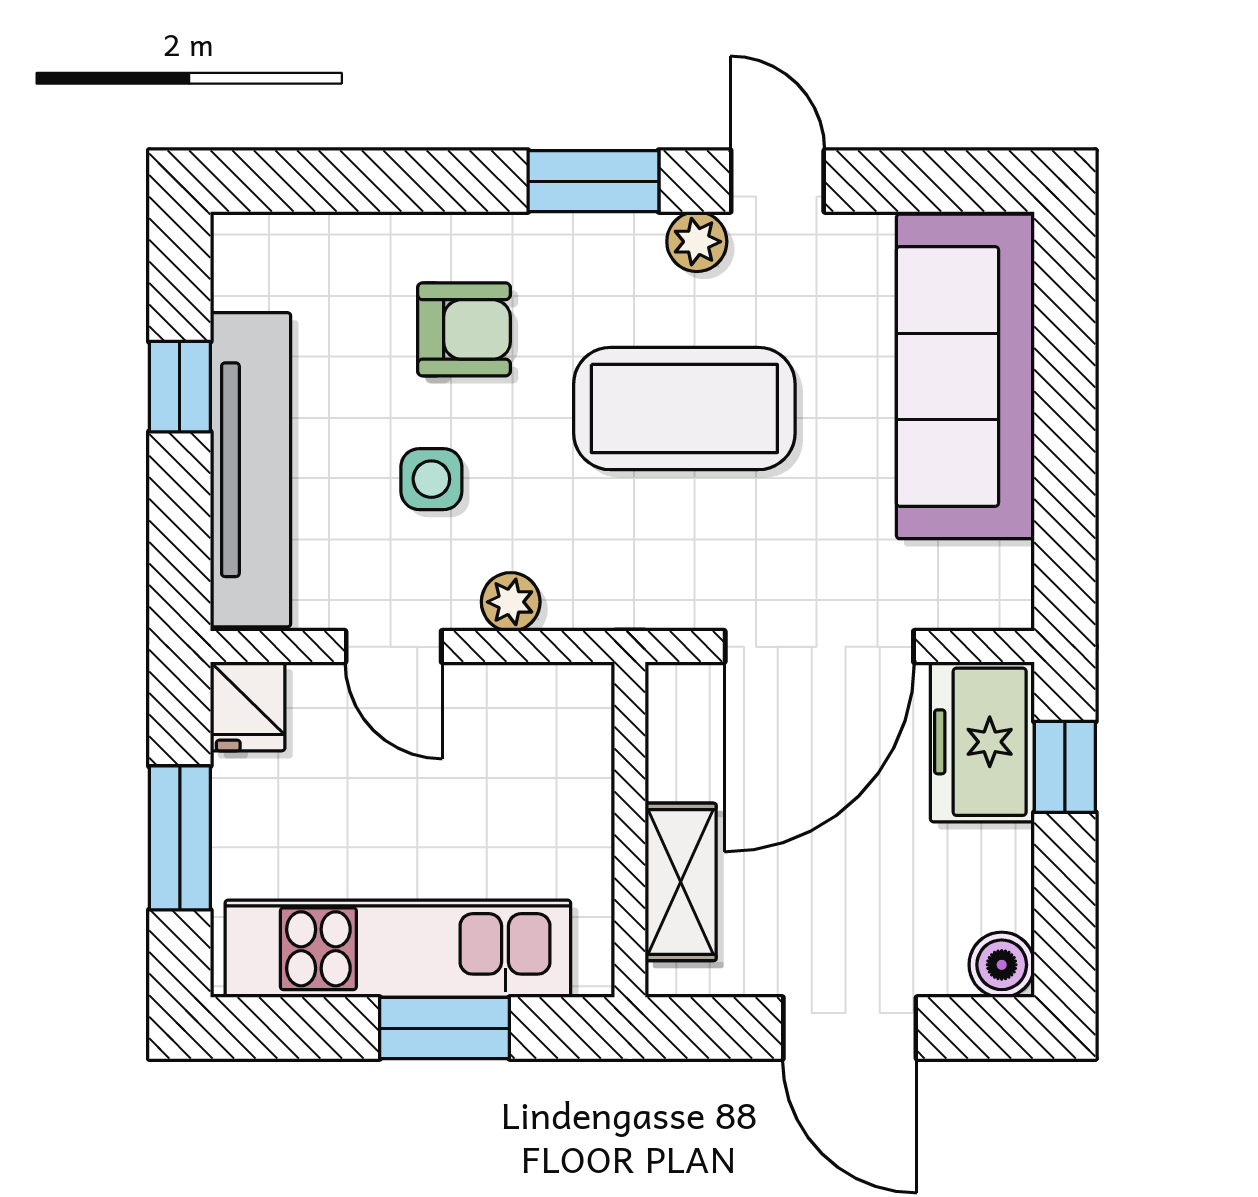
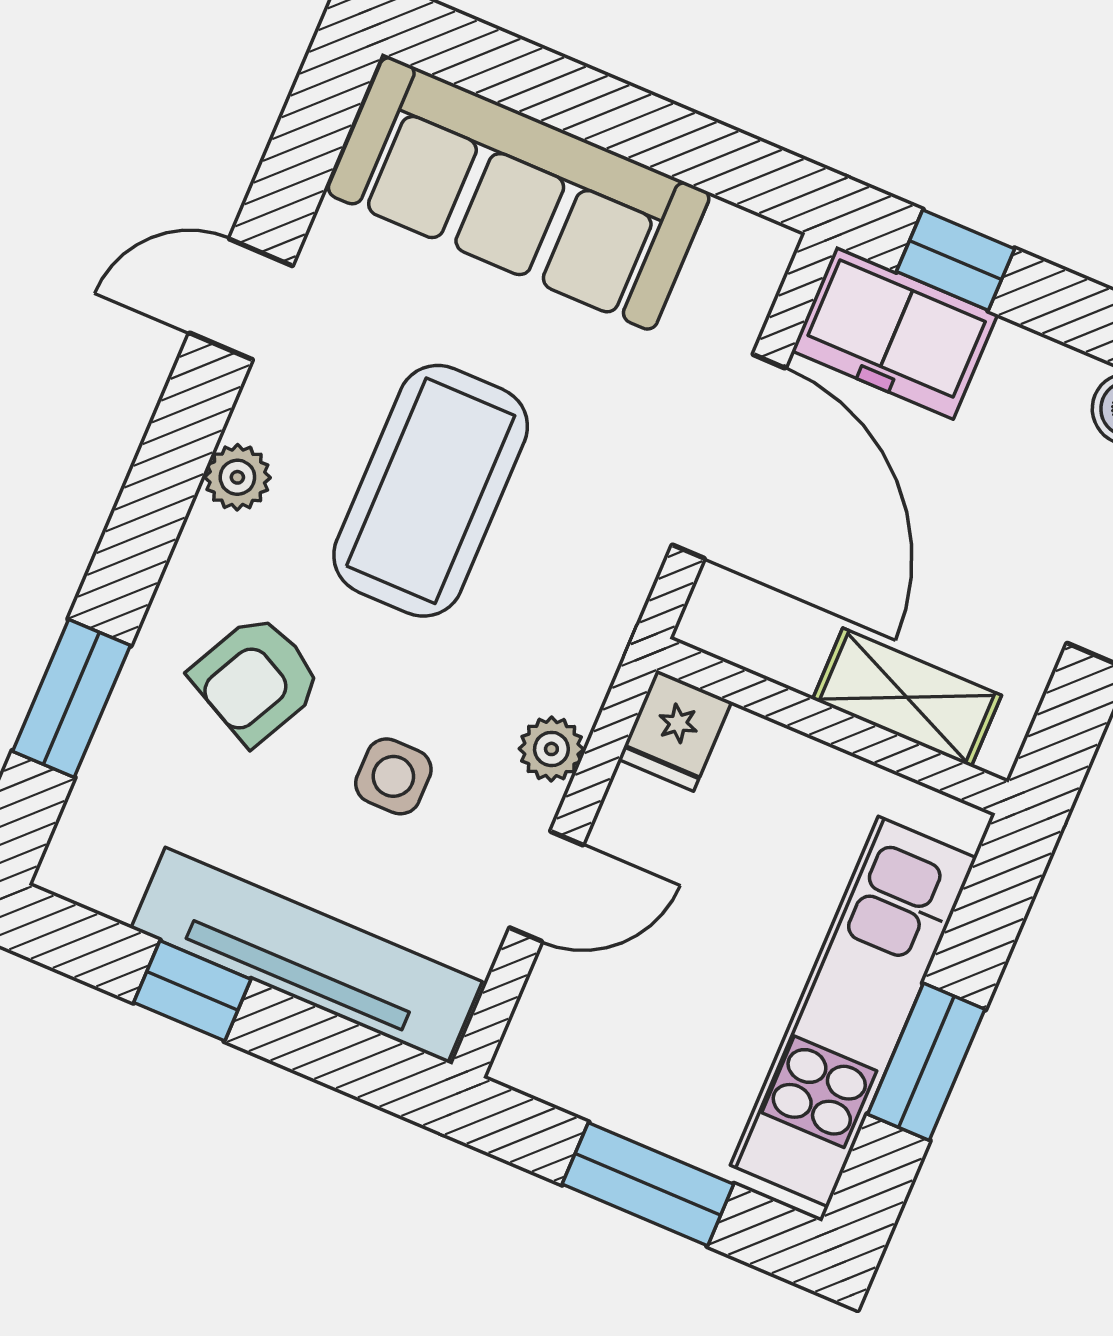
window: (593, 181) -> (71, 698), moved
plant: (697, 242) -> (237, 477), moved
armchair: (464, 329) -> (256, 679), turned -153
fridge: (248, 706) -> (675, 731), moved, turned 90
window: (445, 1028) -> (926, 1062), moved

